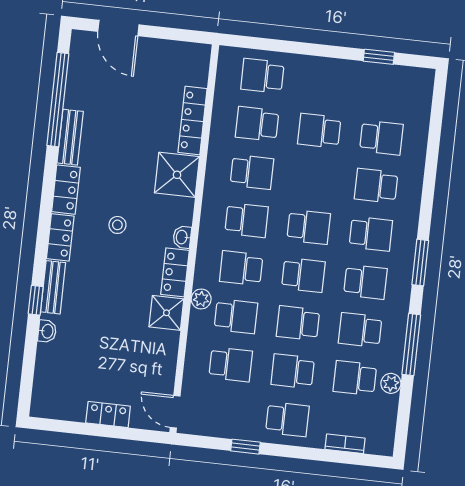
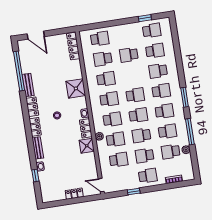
school desk: (262, 76) -> (100, 39), turned 180
school desk: (387, 90) -> (152, 31), added
locker: (193, 120) -> (73, 46), moved
school desk: (241, 268) -> (112, 119), turned 180
window: (36, 300) -> (35, 176), moved
school desk: (360, 330) -> (168, 131), turned 180

